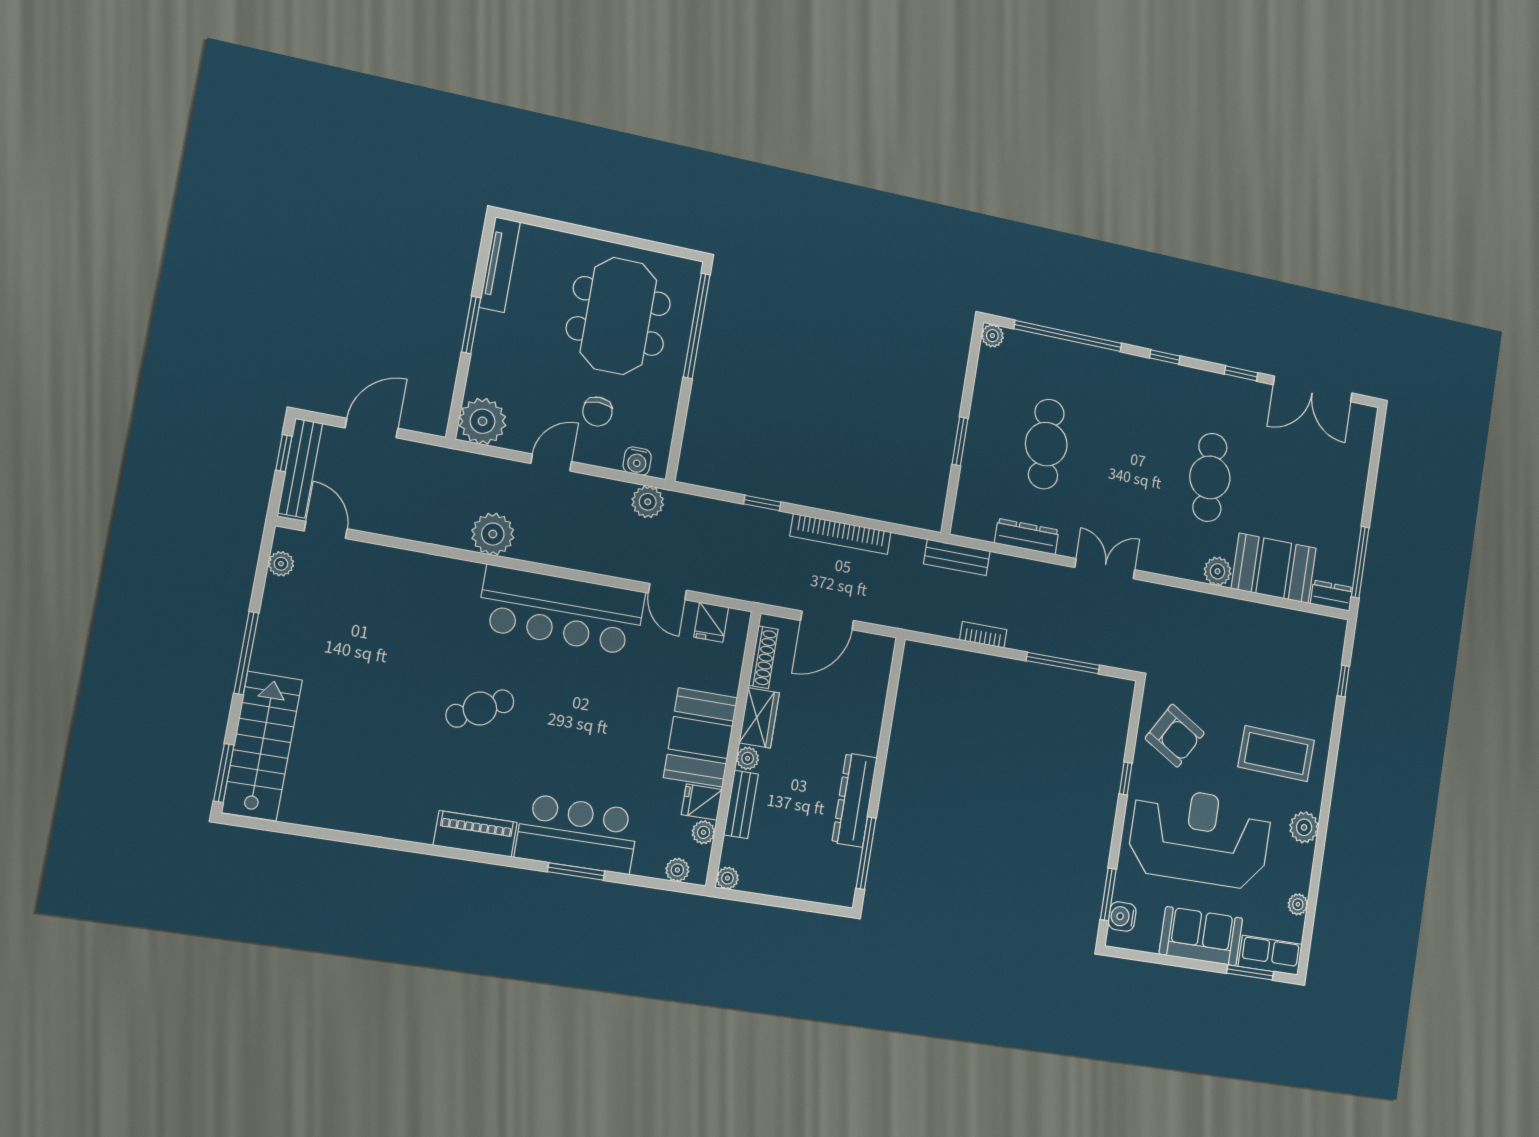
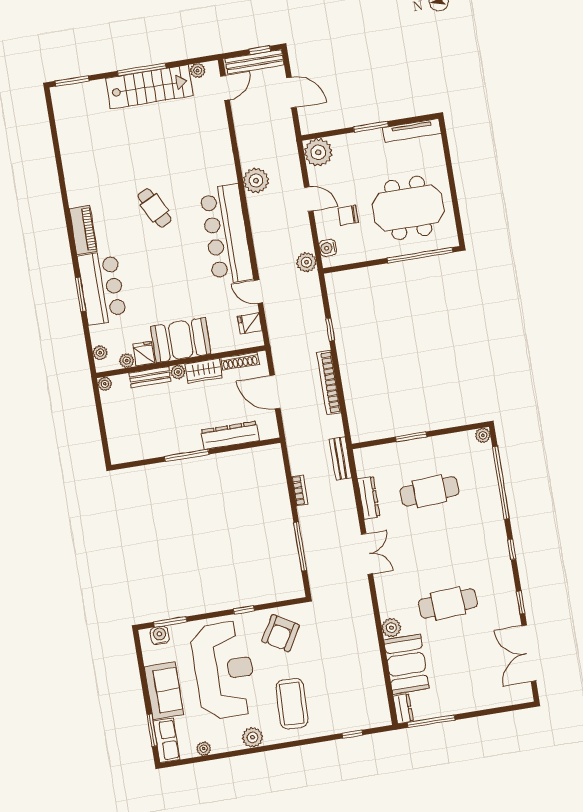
door: (667, 592) -> (258, 292), hinge flipped
stairs: (262, 746) -> (149, 87), moved
dresser: (854, 800) -> (230, 435), moved
window: (866, 853) -> (187, 455), moved

